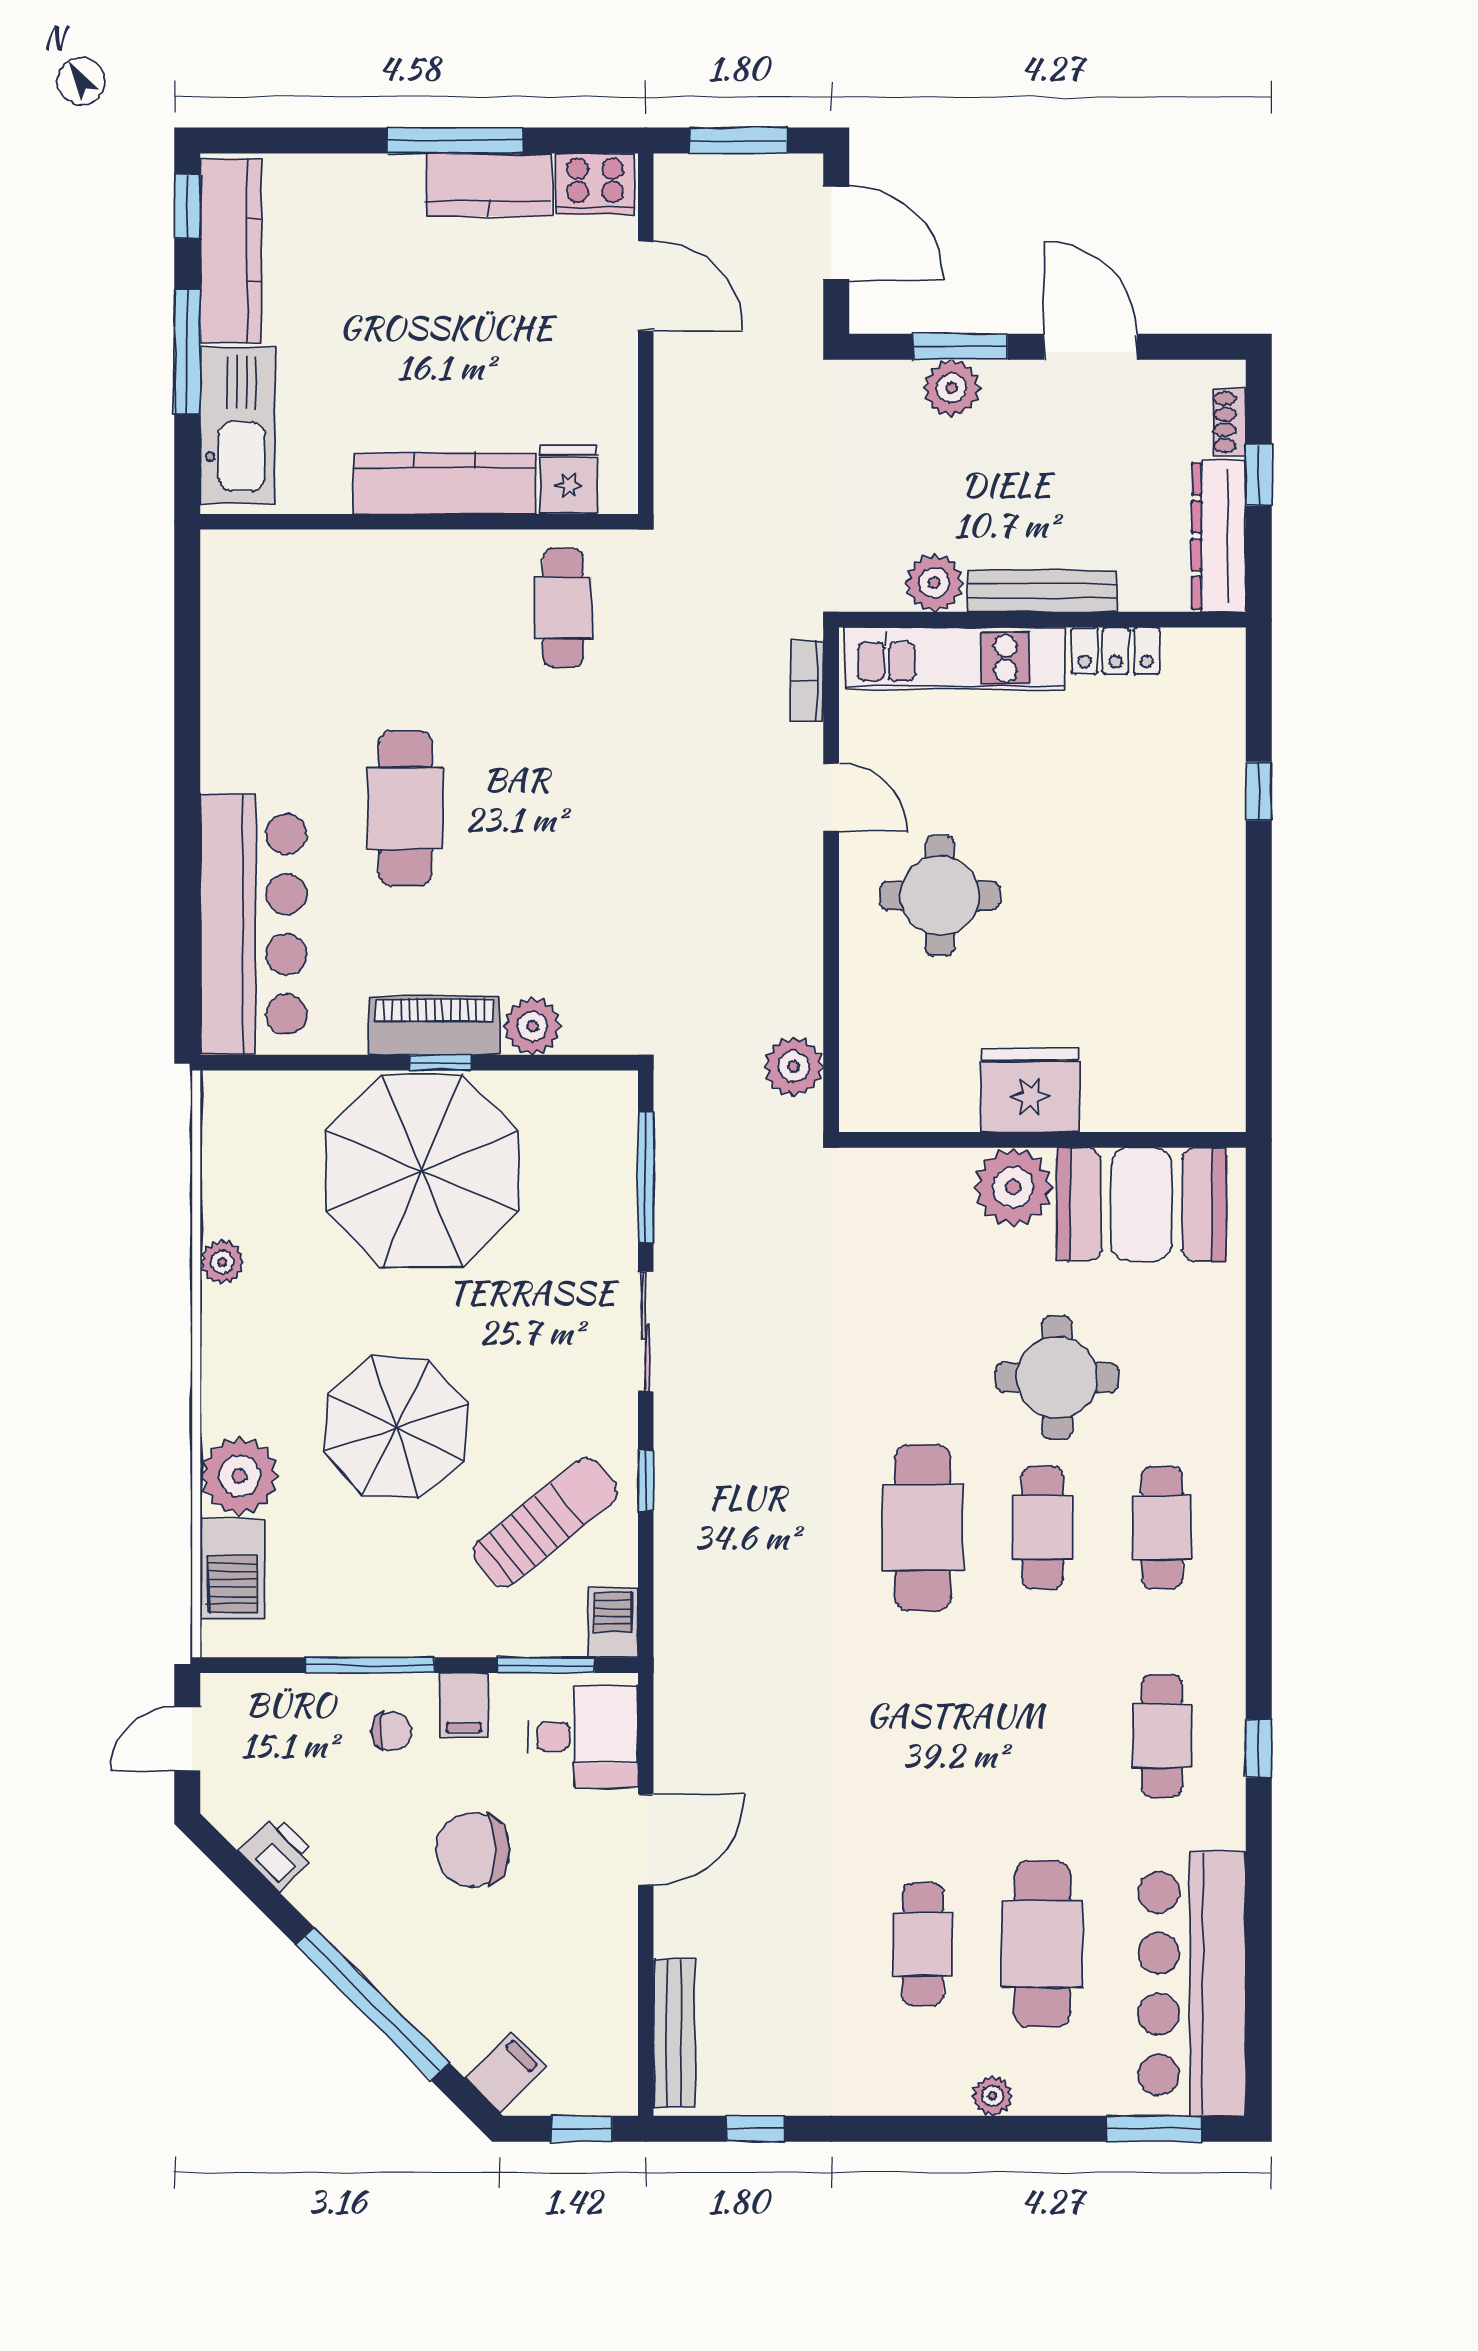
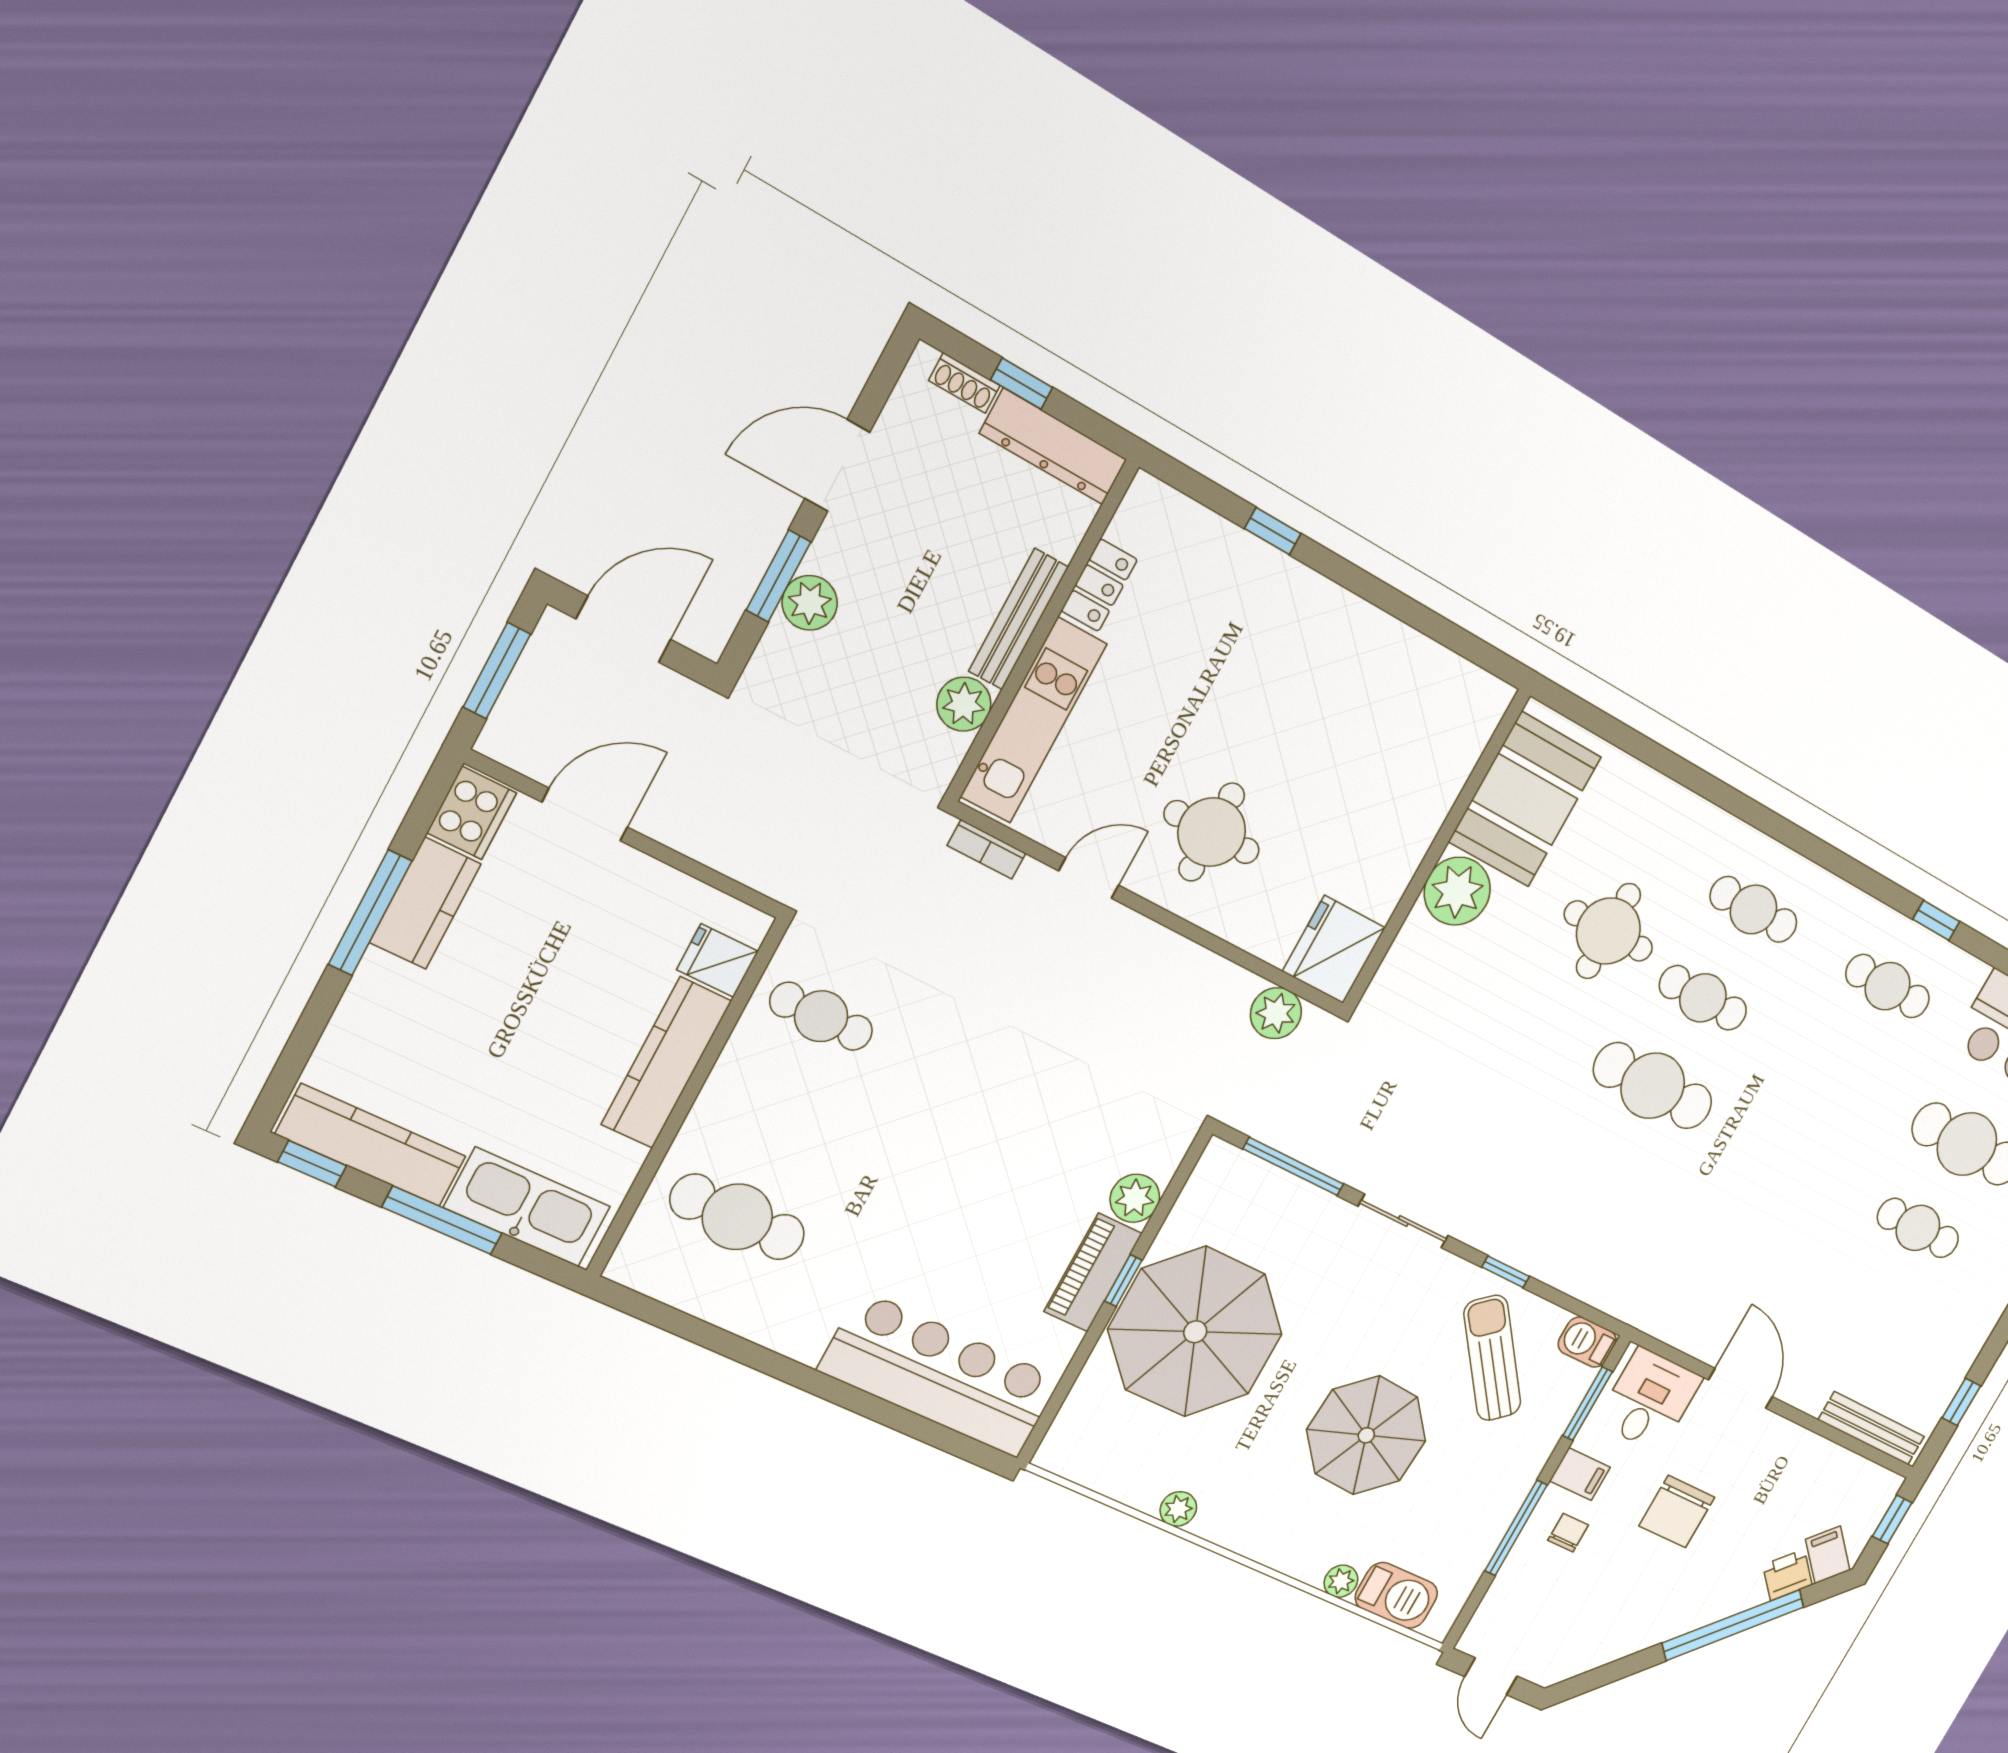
cafe table: (405, 808) -> (737, 1217), moved
fridge: (1030, 1090) -> (1334, 950), moved
plant: (240, 1476) -> (1341, 1581), width x0.53, depth x0.53
printer: (277, 1853) -> (1787, 1575), moved

